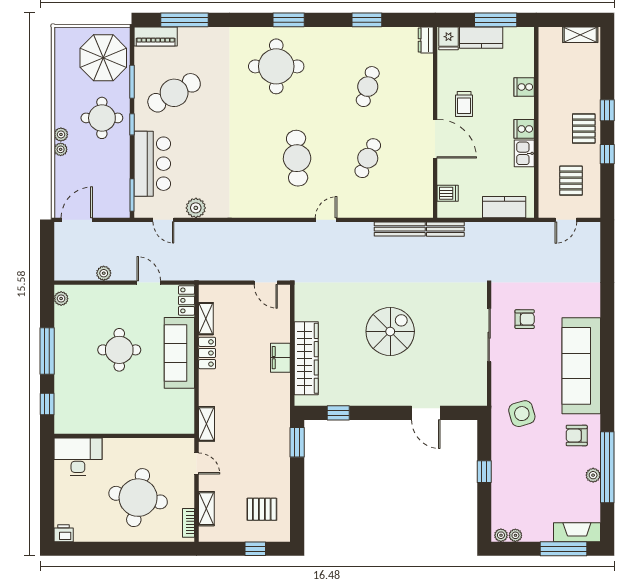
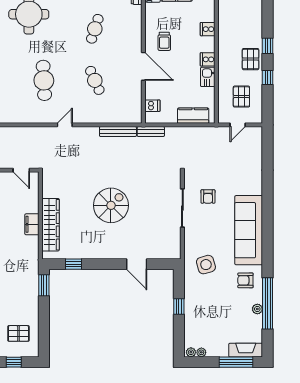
cafe table: (368, 158) -> (95, 80), turned -48
armchair: (525, 319) -> (208, 196), turned 90

